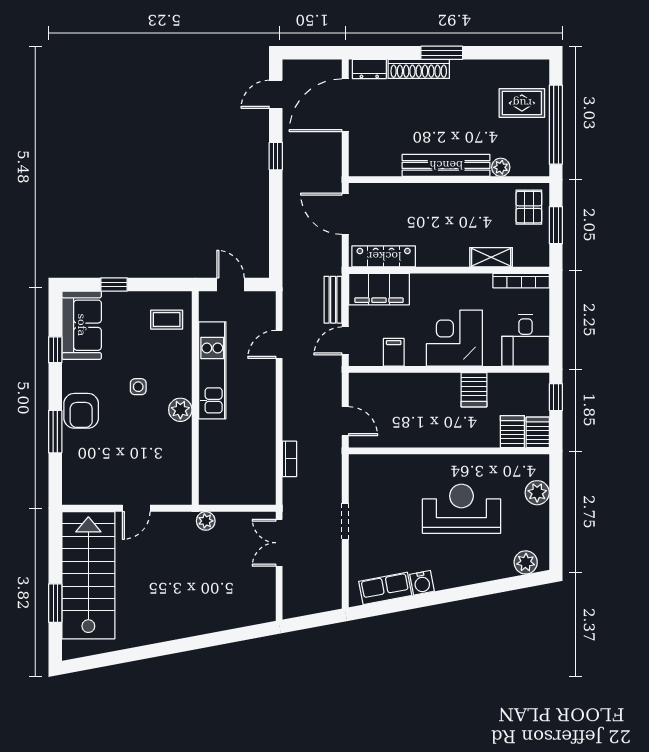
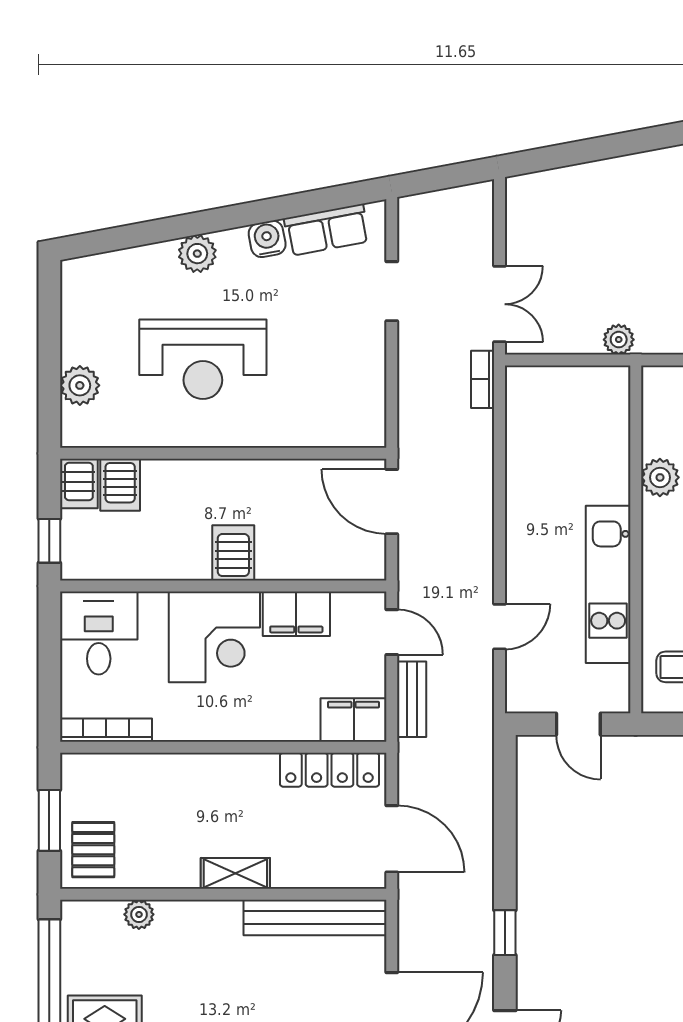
bench: (446, 165) -> (315, 917), moved
shelving: (491, 257) -> (235, 873), moved
filing cabinet: (379, 289) -> (354, 720), width x0.67, depth x0.86
door: (345, 341) -> (392, 632), hinge flipped
filing cabinet: (394, 352) -> (296, 614), width x2.00
server rack: (474, 390) -> (233, 553), moved
plant: (180, 410) -> (660, 477), moved
door: (345, 421) -> (392, 502), width x1.38
bookcase: (289, 459) -> (483, 379), moved
doorway: (345, 522) -> (392, 291), moved
plant: (526, 562) -> (197, 254), moved

